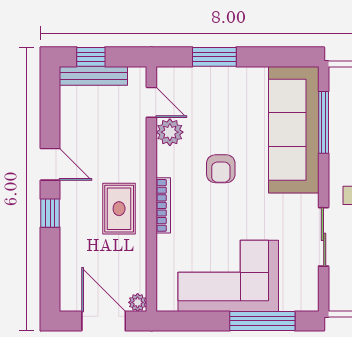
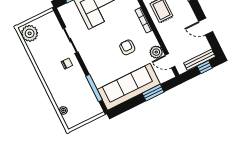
sofa: (294, 130) -> (129, 87), moved, turned -90
door: (50, 164) -> (206, 27), moved

